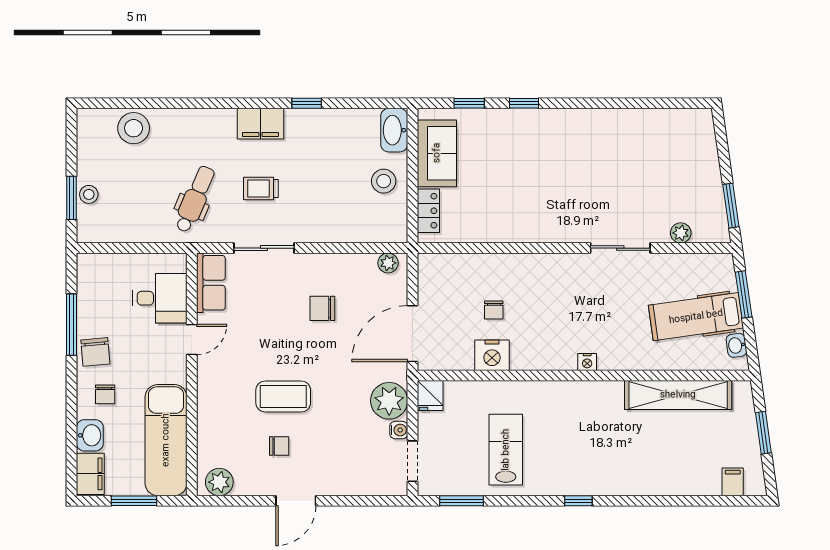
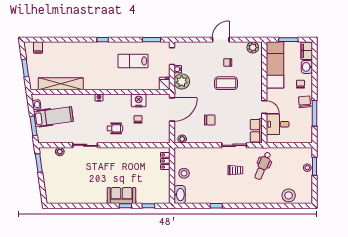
filing cabinet: (260, 124) -> (236, 197), removed
sofa: (437, 153) -> (121, 196), moved, turned 90
wheelchair: (549, 288) -> (115, 128), added
door: (192, 339) -> (264, 107), swing flipped
lab bench: (506, 450) -> (133, 61), turned 90

